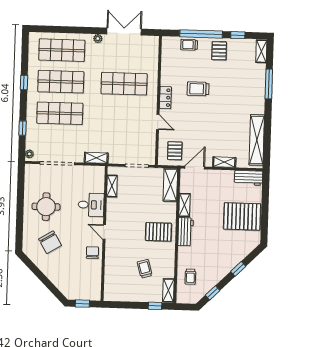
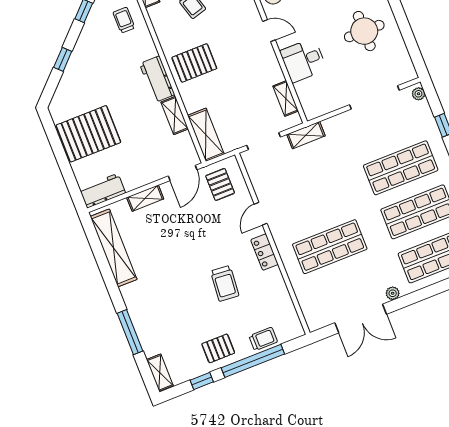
pallet: (219, 51) -> (218, 348), turned 90
trolley: (198, 89) -> (225, 283), turned 95
door: (158, 122) -> (261, 214), hinge flipped
shelving: (96, 158) -> (306, 135), moved

